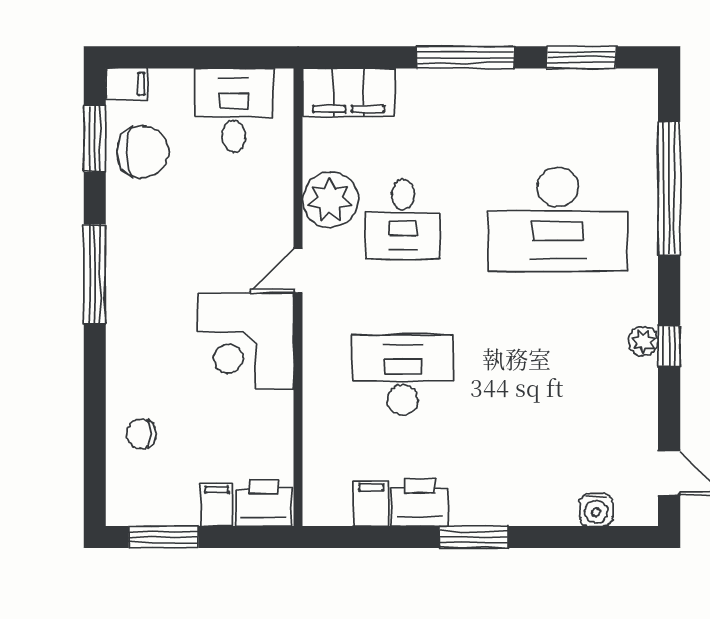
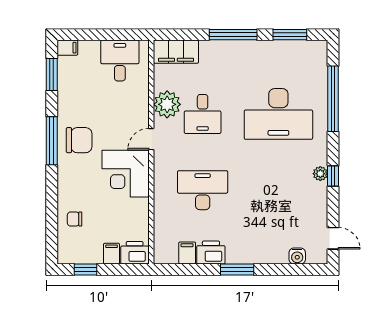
chair: (143, 152) -> (79, 140), moved
window: (164, 537) -> (85, 269), width x0.67

